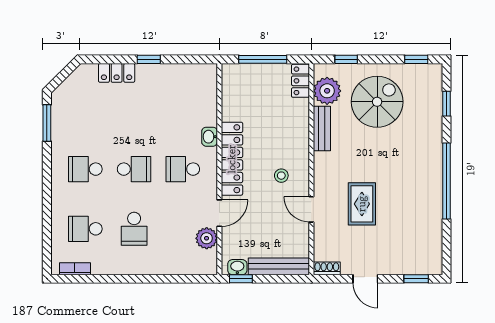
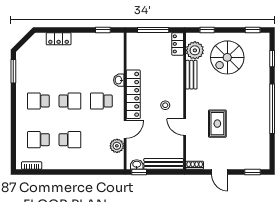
window: (149, 59) -> (103, 30), moved
spiral stairs: (377, 102) -> (227, 57), turned 180
school desk: (134, 229) -> (70, 140), turned -90

